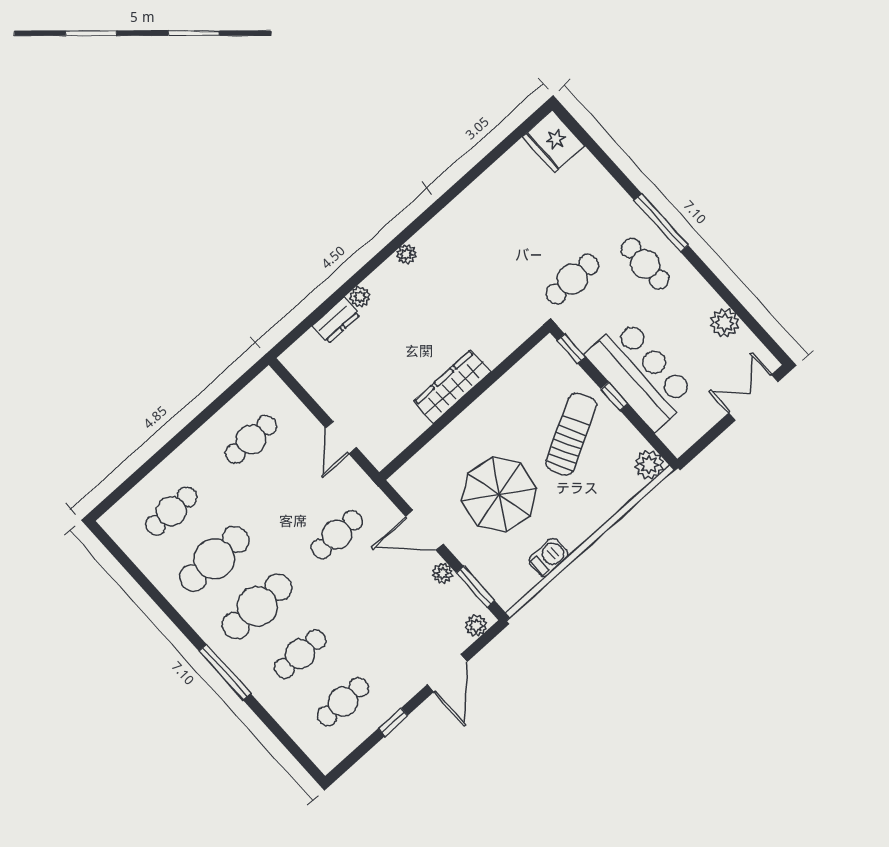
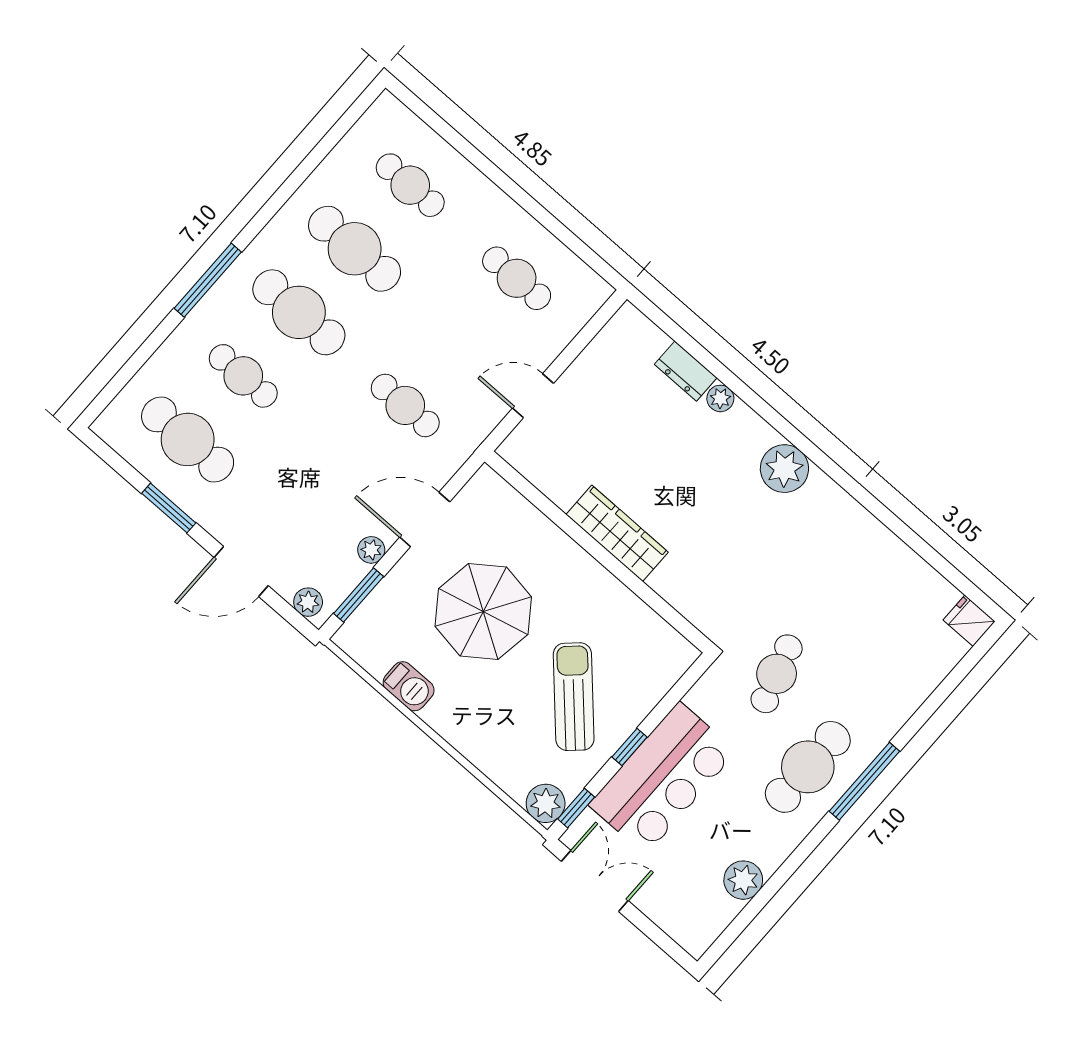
fridge: (553, 141) -> (969, 621), width x0.53, depth x0.75
plant: (406, 254) -> (784, 469), width x1.88, depth x1.88
cafe table: (645, 264) -> (808, 767), width x1.37, depth x1.35
cafe table: (572, 279) -> (777, 674), turned 73
window: (571, 349) -> (576, 808), moved
double door: (753, 397) -> (595, 881), moved
sun lounger: (571, 434) -> (574, 697), turned -105
door: (424, 530) -> (425, 519), hinge flipped
cafe table: (343, 702) -> (188, 439), width x1.37, depth x1.35
window: (393, 722) -> (169, 508), width x1.50

